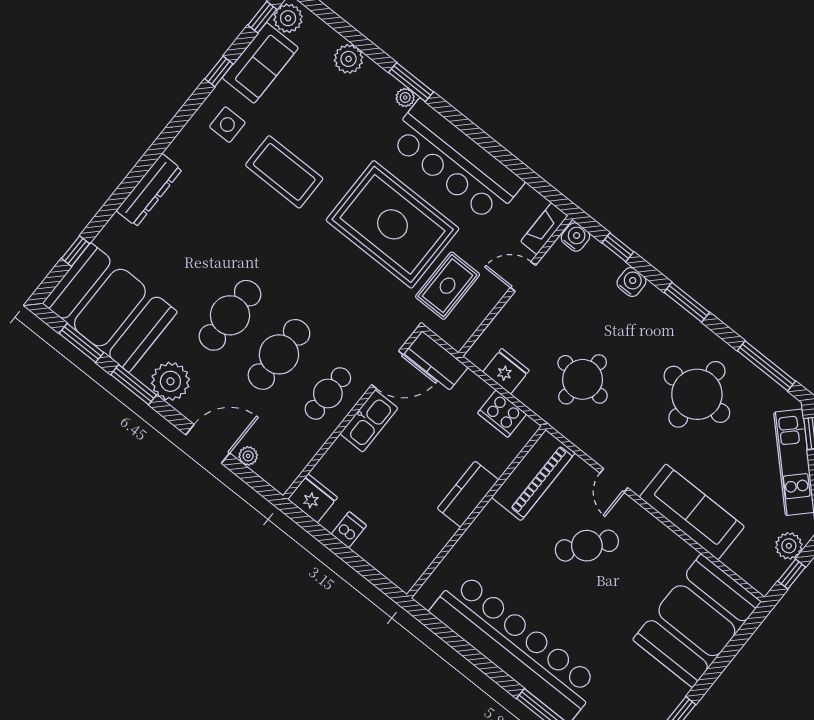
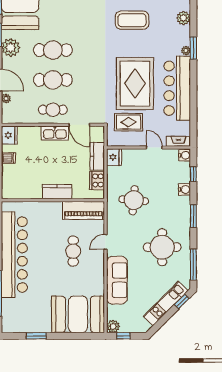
coffee table: (284, 172) -> (132, 20), moved, turned 90
kitchen counter: (436, 360) -> (97, 156), moved
fridge: (506, 371) -> (114, 157), moved
cafe table: (587, 546) -> (73, 251), turned 51
plant: (789, 546) -> (113, 326), moved

